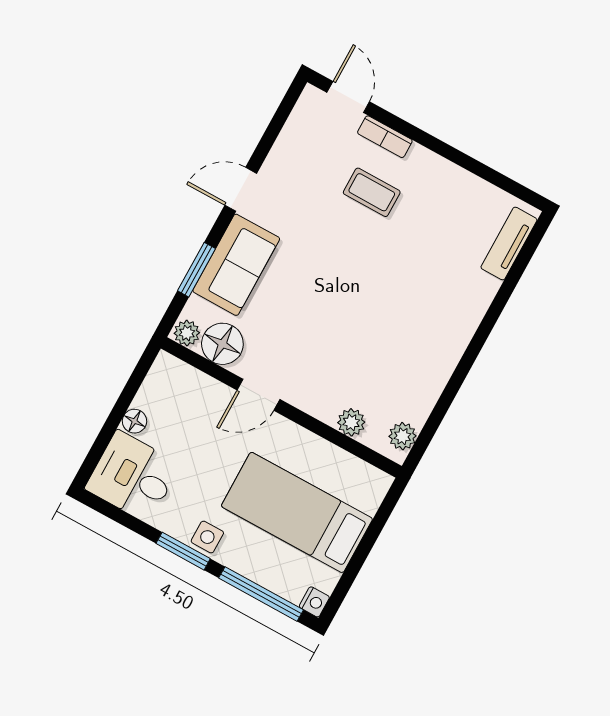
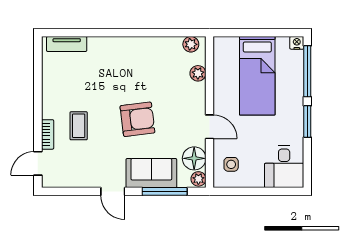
window: (197, 270) -> (165, 191), width x1.44
armchair: (332, 289) -> (137, 119), added
floor lamp: (134, 421) -> (256, 181), removed
side table: (207, 537) -> (231, 164), moved

